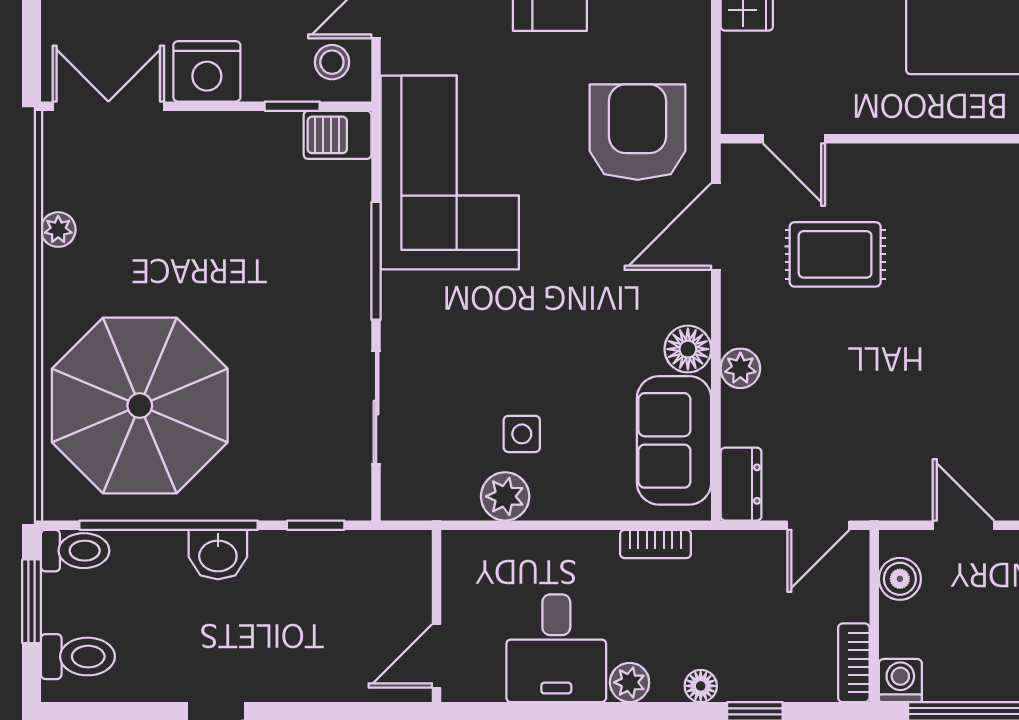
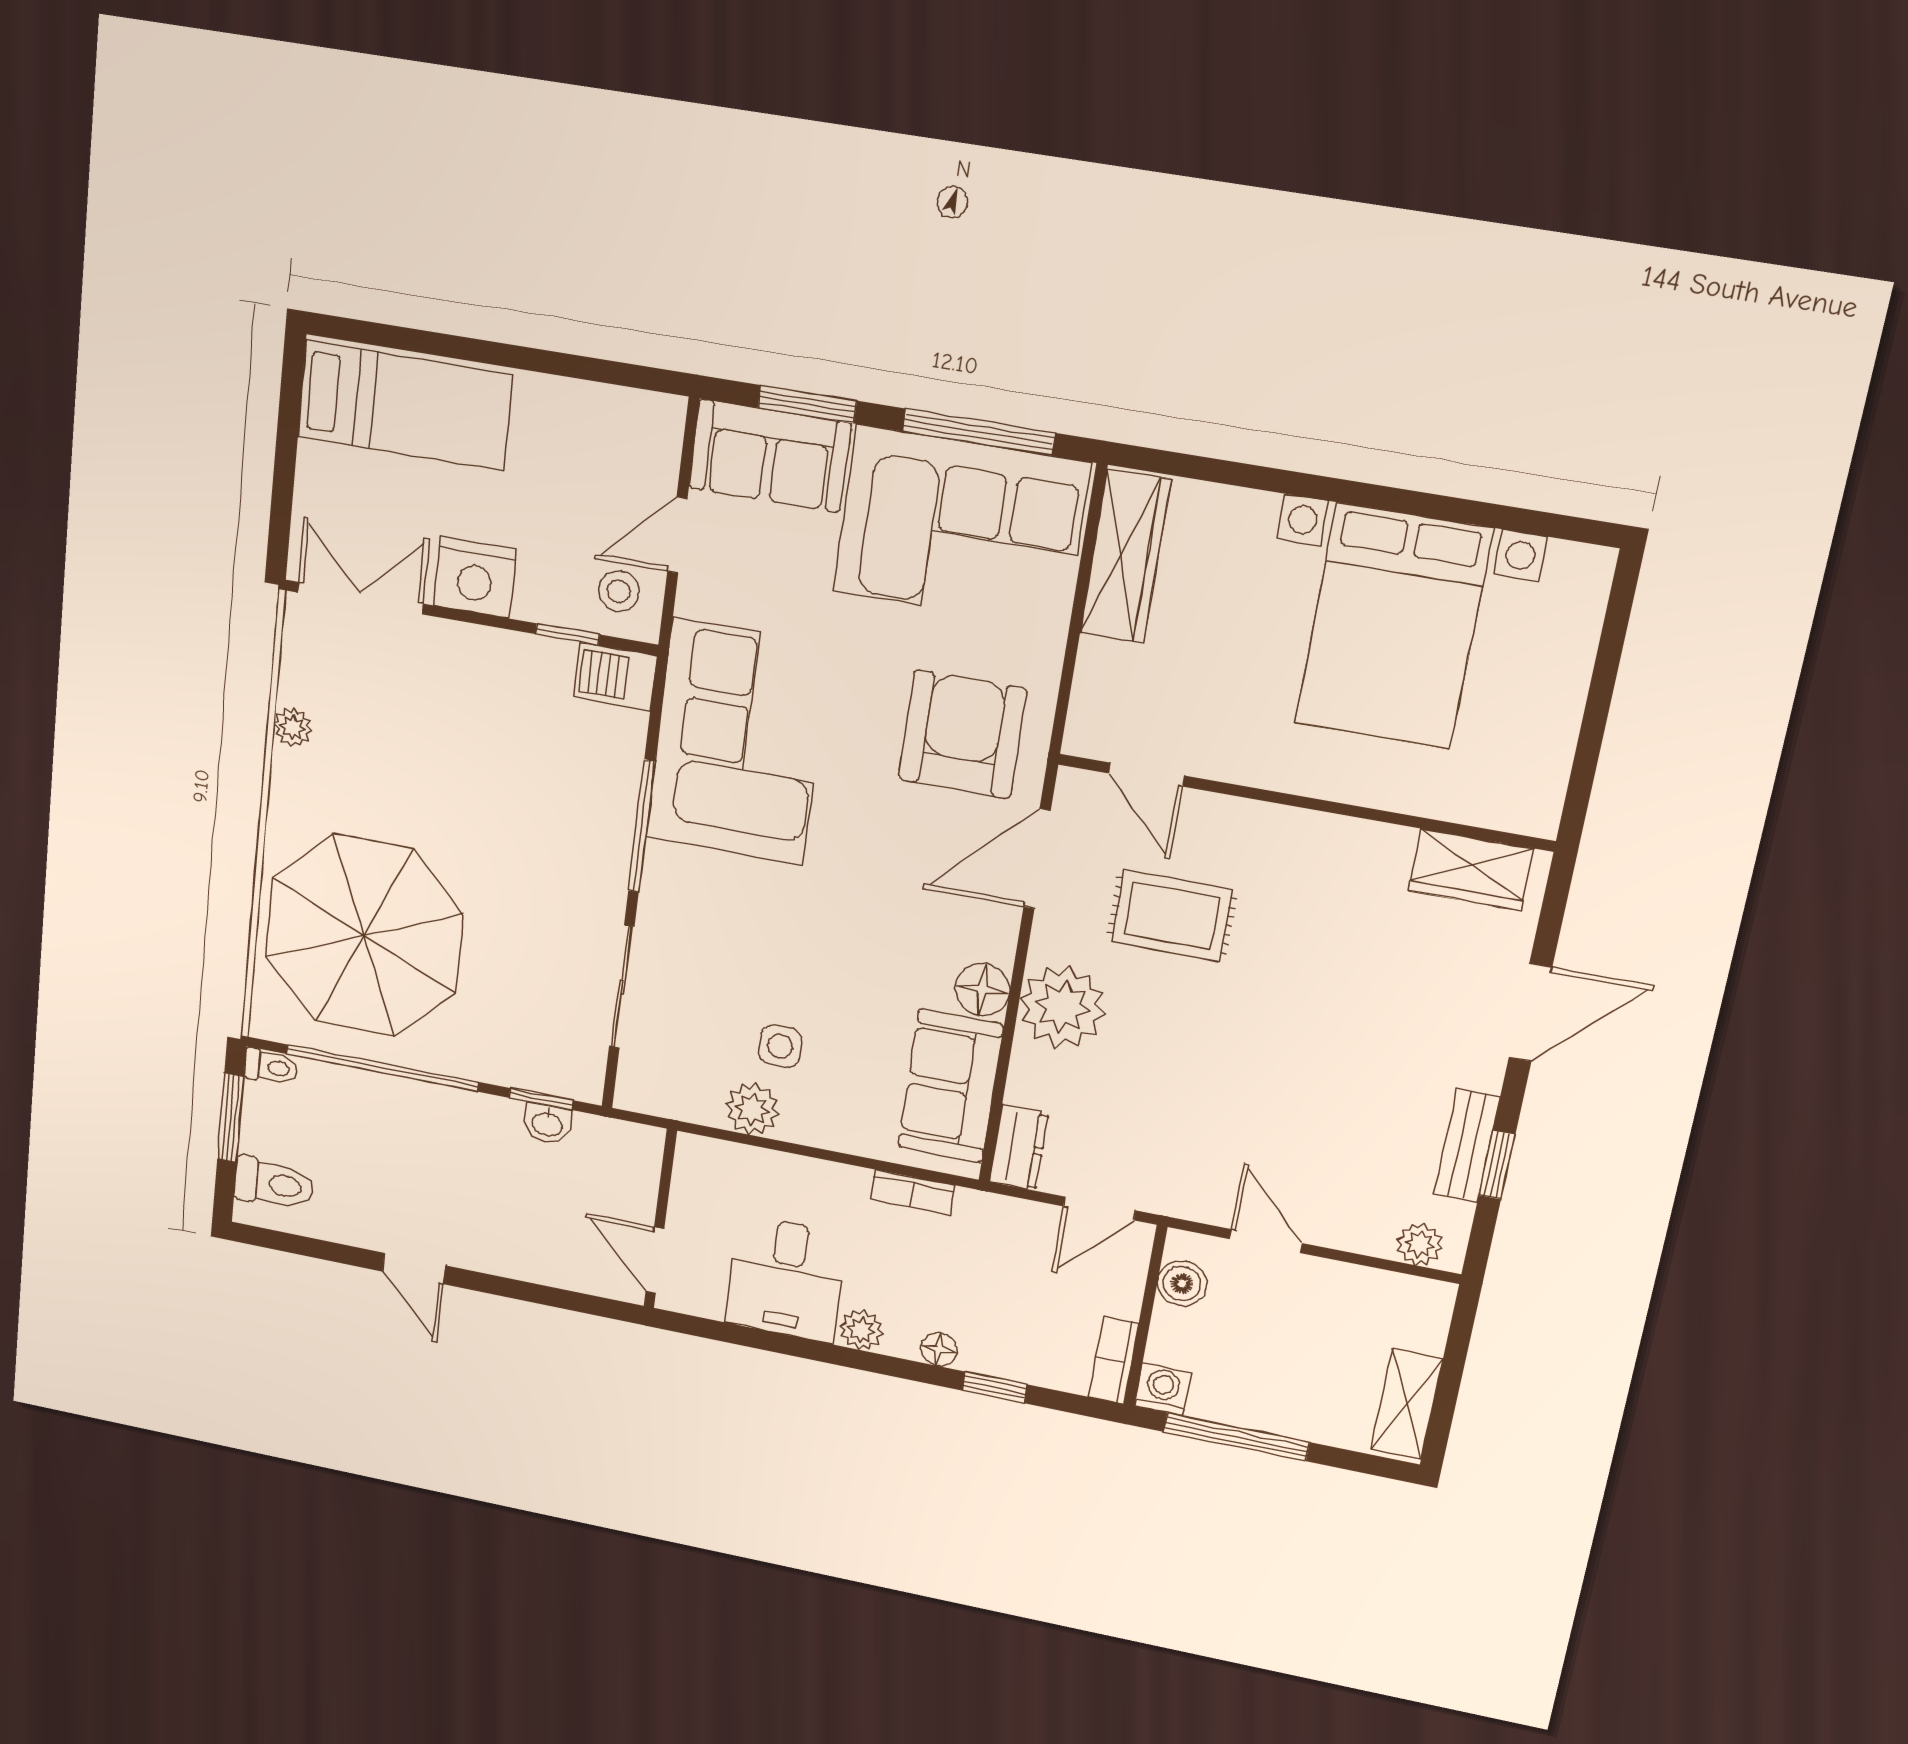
plant: (740, 368) -> (1062, 1007), width x1.88, depth x1.88
toilet: (75, 551) -> (271, 1067), width x0.73, depth x0.72
washbasin: (218, 555) -> (547, 1124), moved, width x0.72, depth x0.69
door: (437, 656) -> (655, 1260), hinge flipped

